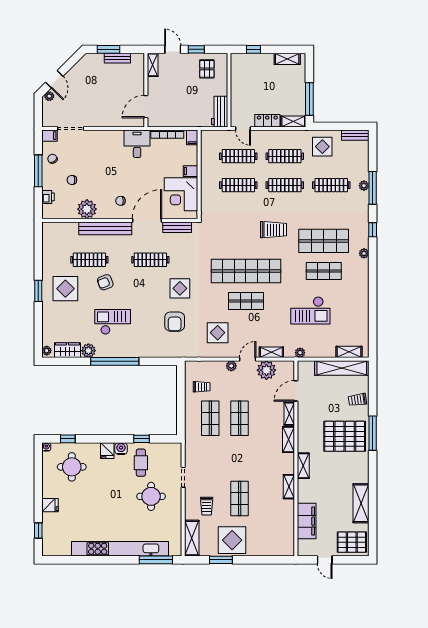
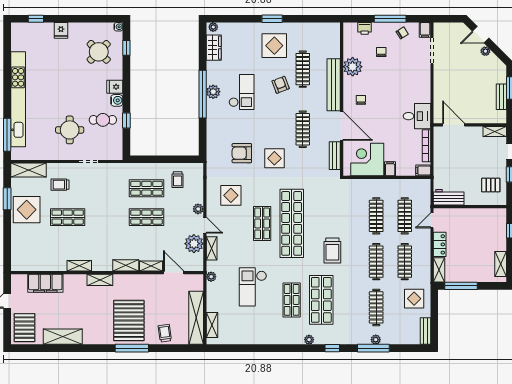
plant: (49, 96) -> (485, 51), moved
plant: (88, 351) -> (213, 92), moved
round table: (72, 467) -> (99, 52), turned 45

